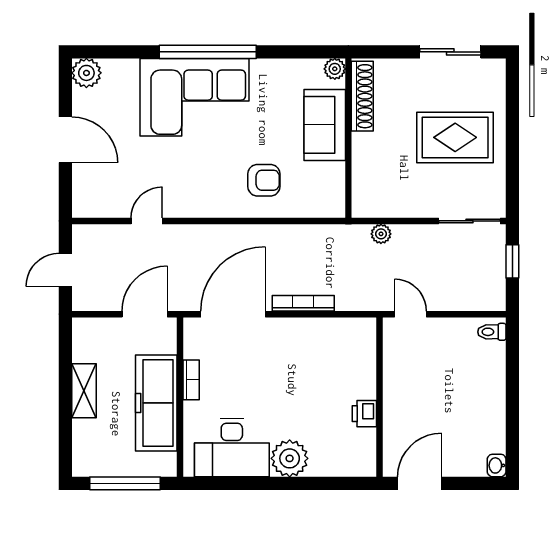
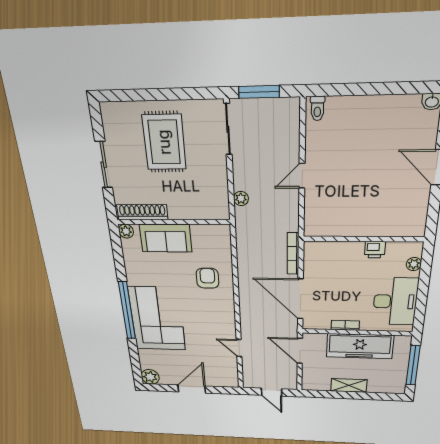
sliding door: (450, 52) -> (104, 165), moved
window: (512, 261) -> (259, 92), width x1.50
wall: (379, 397) -> (363, 239), moved
printer: (364, 414) -> (375, 250), moved
plant: (290, 458) -> (414, 264), width x0.53, depth x0.53

